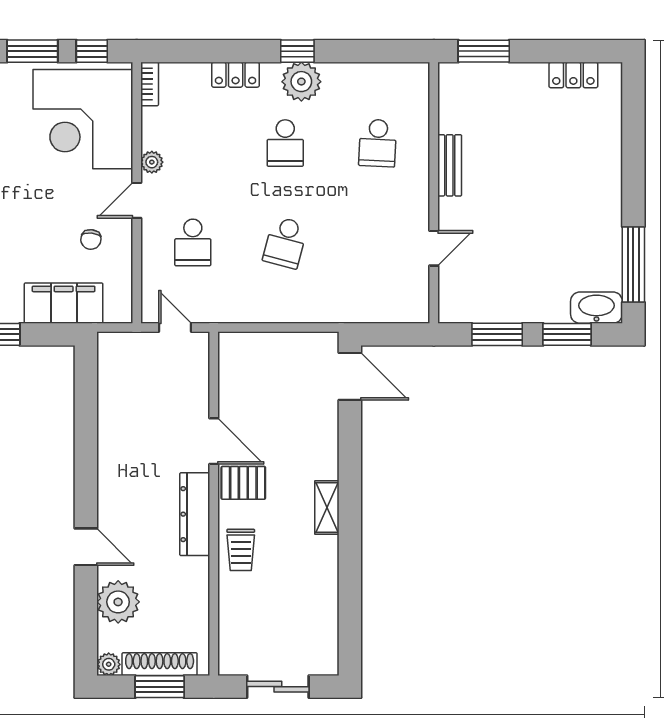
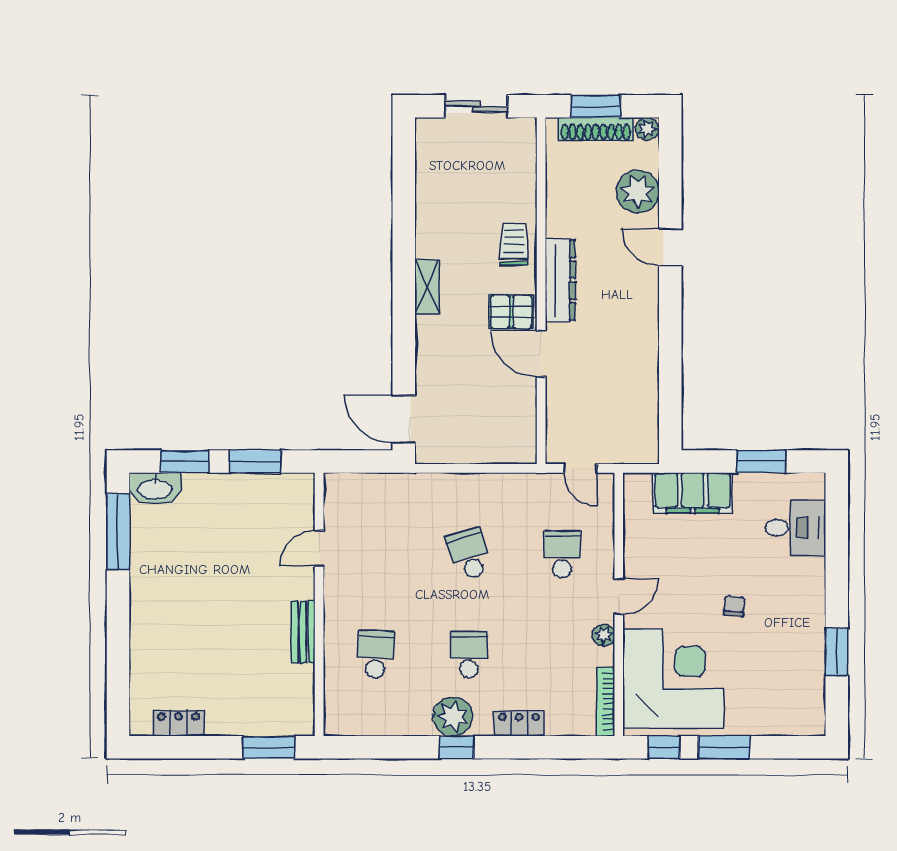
bookcase: (150, 84) -> (606, 702), width x1.56
chair: (91, 239) -> (734, 606), moved
school desk: (285, 242) -> (469, 554), turned -33

